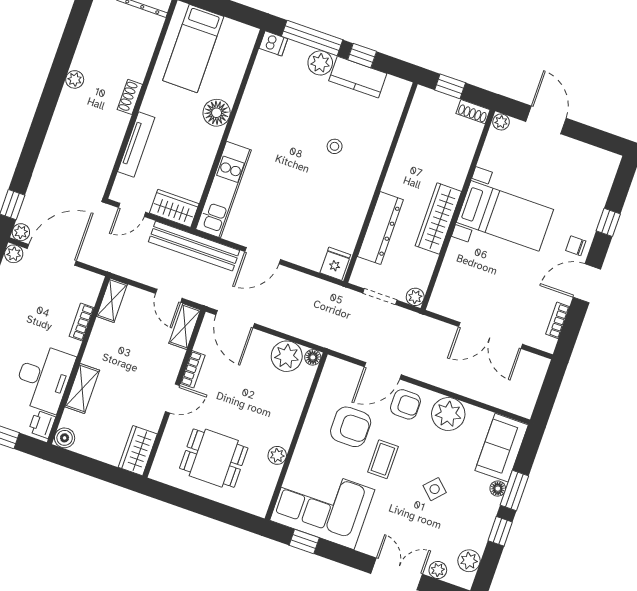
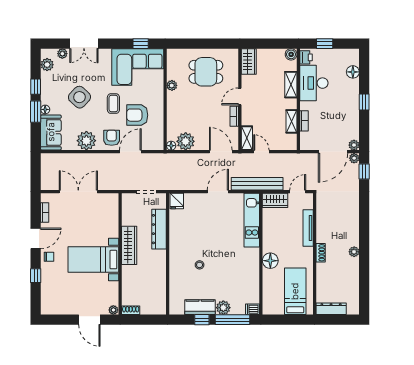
window: (450, 86) -> (148, 320), removed
plant: (415, 297) -> (127, 198), removed
shelving: (112, 300) -> (292, 121), moved
armchair: (405, 404) -> (112, 138), turned 90
side table: (435, 489) -> (79, 97), width x1.87, depth x1.87

